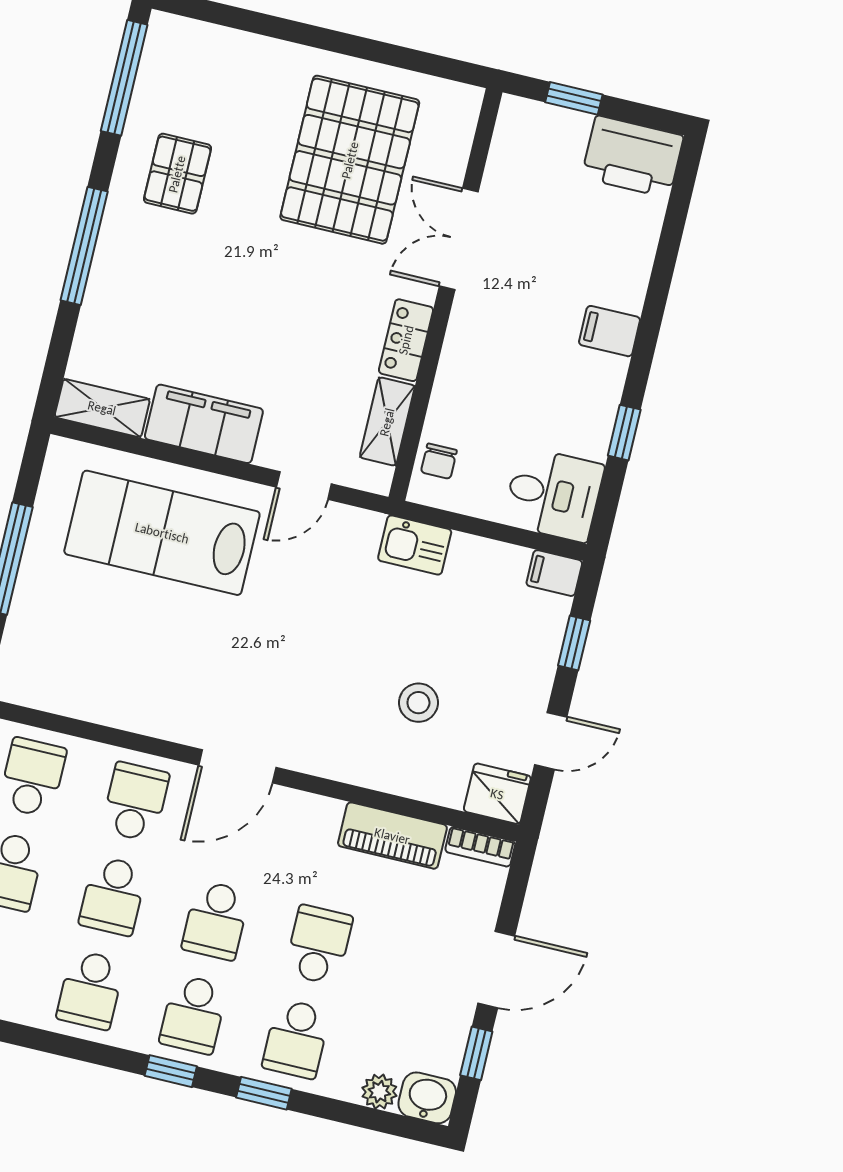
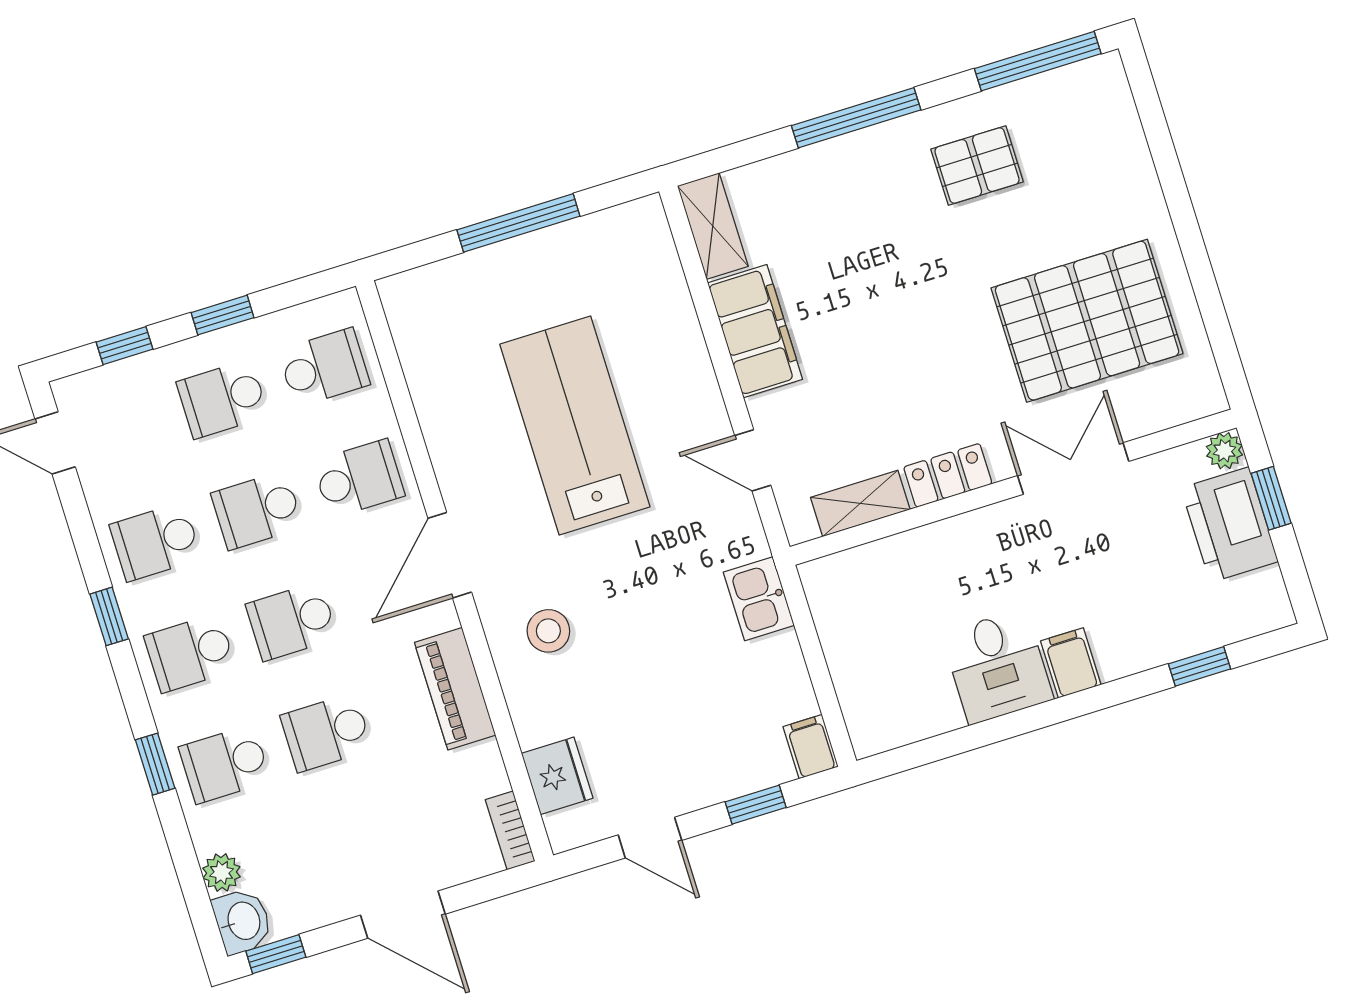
plant: (515, 113) -> (1224, 451), added
printer: (633, 157) -> (1230, 525), moved
window: (624, 433) -> (1199, 666), moved
chair: (439, 461) -> (852, 575), removed
desk: (553, 494) -> (997, 666), moved
lab bench: (162, 533) -> (575, 426), moved
stool: (418, 703) -> (548, 631), moved
door: (237, 766) -> (450, 555), hinge flipped
fridge: (497, 794) -> (557, 776), moved
piano: (392, 836) -> (455, 689), moved
school desk: (319, 945) -> (326, 733), turned 180
window: (476, 1053) -> (276, 954), moved
window: (171, 1071) -> (109, 616), moved

